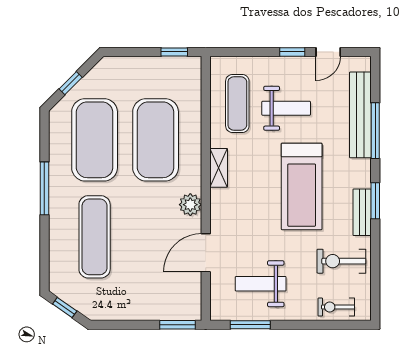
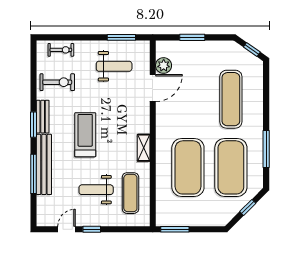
window: (174, 52) -> (175, 229), width x1.50
bench: (360, 115) -> (44, 164), moved
treadmill: (302, 186) -> (85, 135), width x0.73, depth x0.73
window: (44, 188) -> (266, 149), moved
plant: (190, 205) -> (164, 65), moved
window: (177, 325) -> (192, 37), moved

